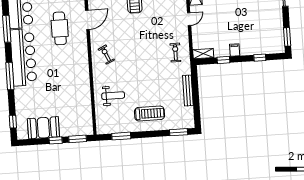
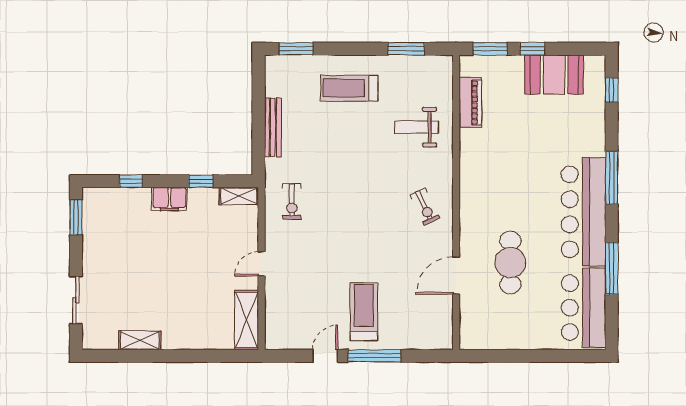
filing cabinet: (235, 50) -> (169, 199), width x2.00
piano: (86, 110) -> (470, 102), added

